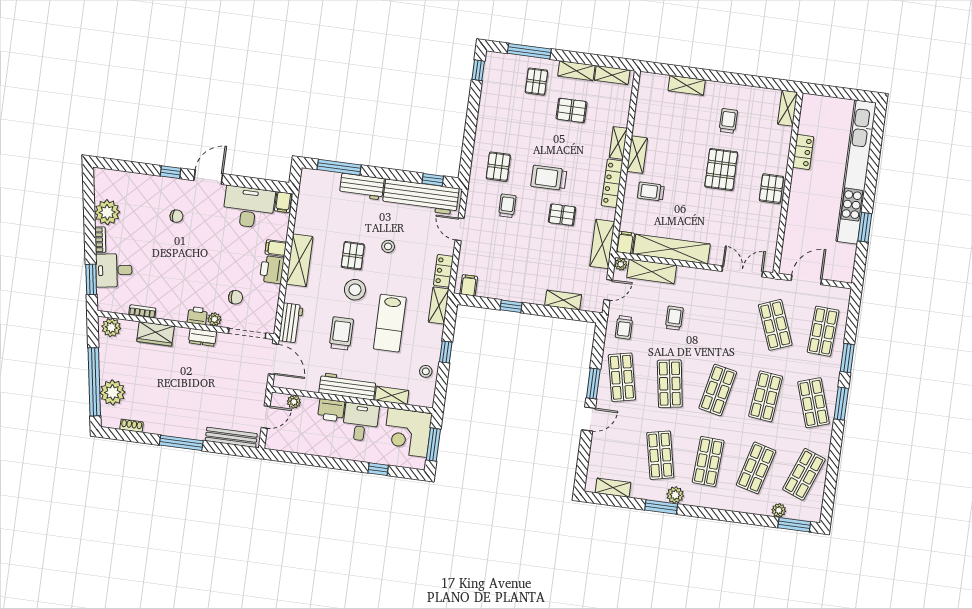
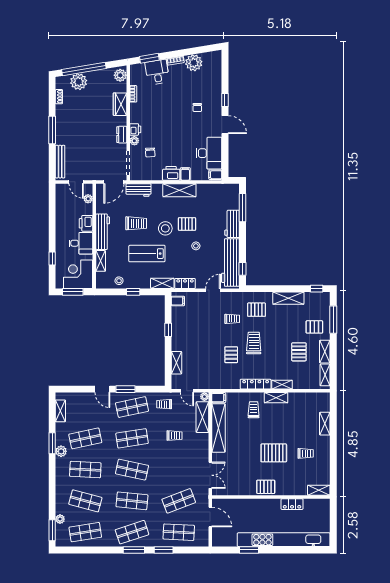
shelving: (602, 244) -> (288, 298), moved
shop shelf: (804, 474) -> (85, 532), turned -30

